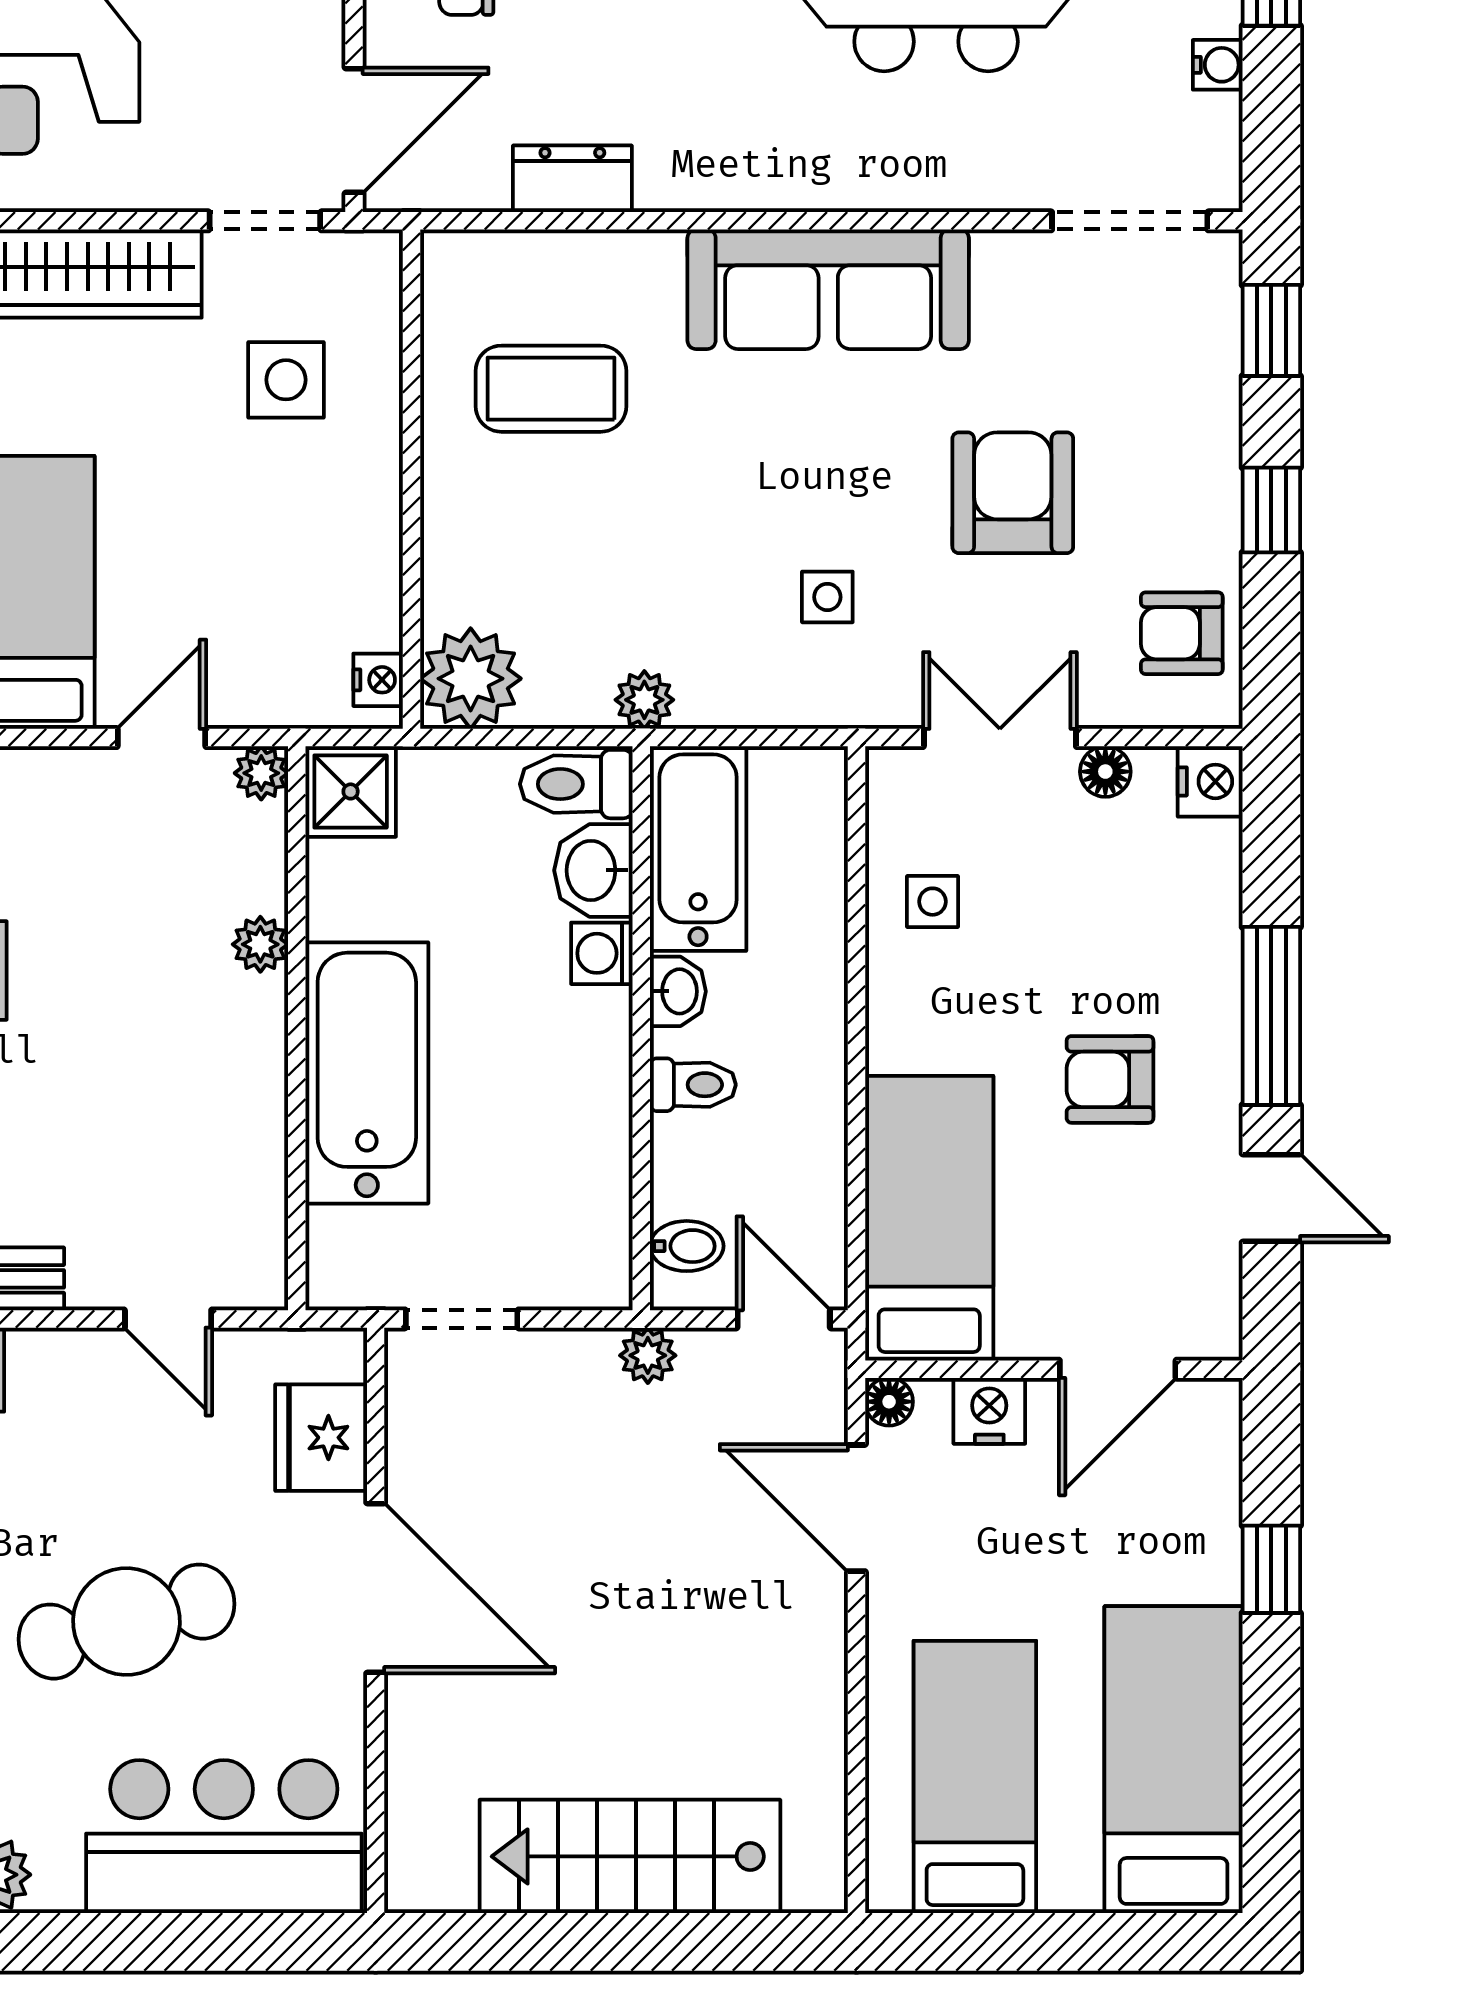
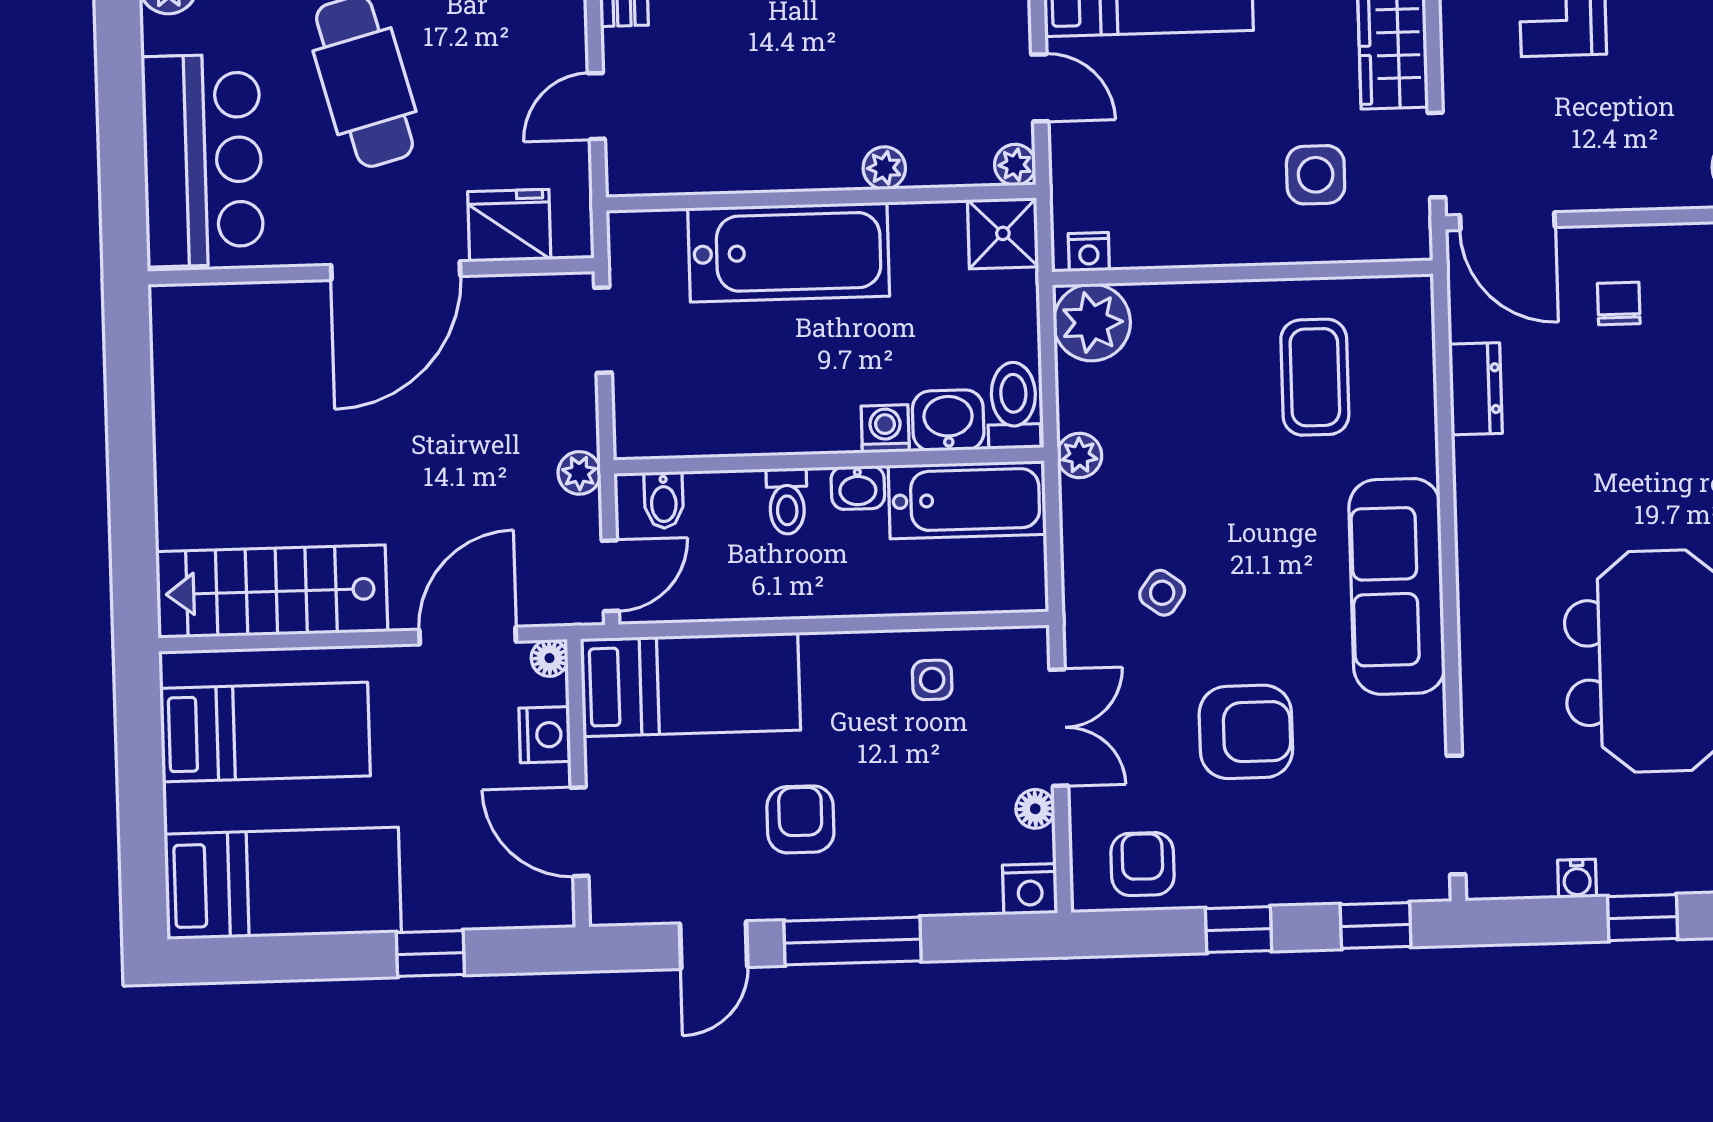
side table: (827, 597) -> (1162, 593), turned 36
stairs: (630, 1856) -> (272, 592), moved, turned -90

